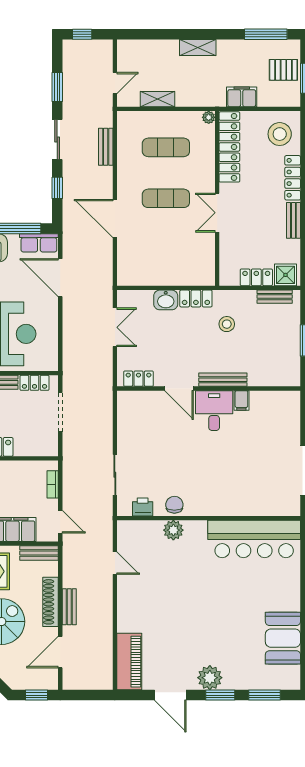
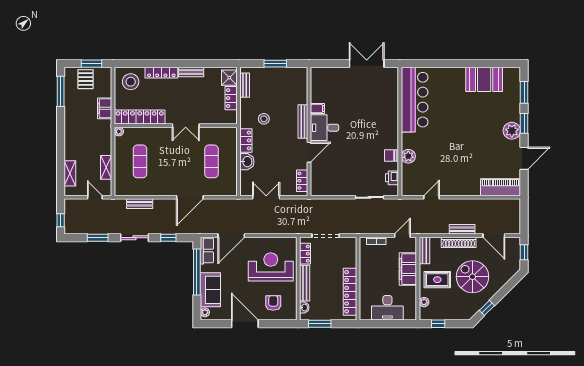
shelving: (198, 47) -> (70, 173), moved
exercise mat: (166, 198) -> (211, 161), moved

